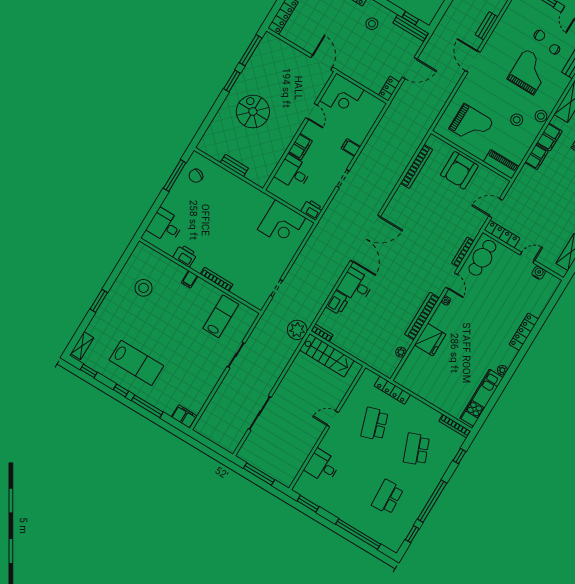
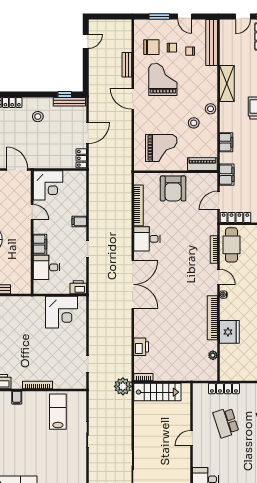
chair: (520, 23) -> (151, 47), added
grand piano: (529, 72) -> (163, 79), moved
filing cabinet: (549, 137) -> (227, 175), moved
desk: (356, 285) -> (147, 239), moved

